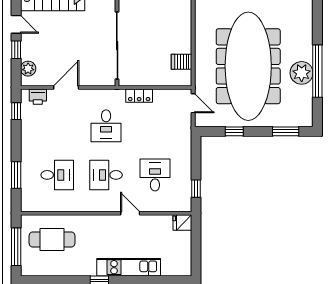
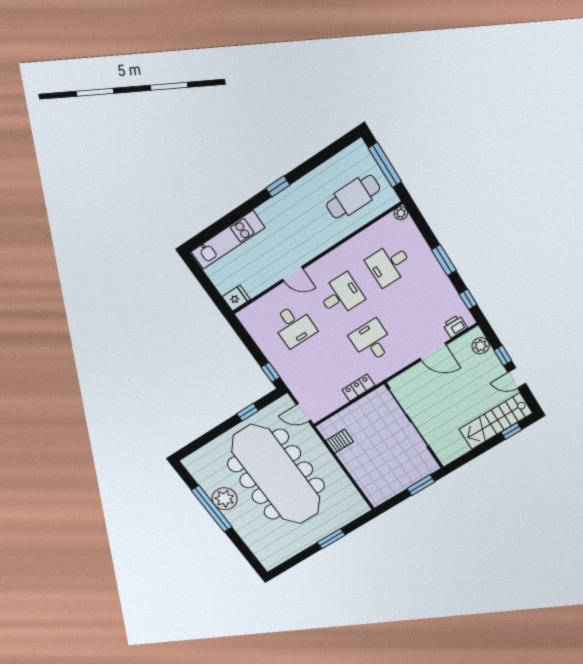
door: (66, 88) -> (433, 352), hinge flipped
window: (286, 131) -> (201, 442), removed
window: (16, 175) -> (444, 260), moved
window: (196, 189) -> (270, 372), moved
plant: (26, 206) -> (401, 213), added
kitchen unit: (129, 267) -> (228, 240), moved

